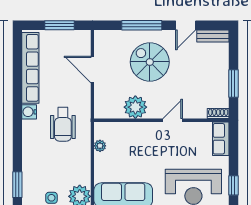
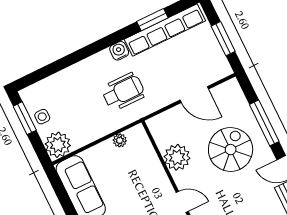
door: (92, 69) -> (194, 95), swing flipped
wheelchair: (63, 124) -> (123, 92), turned 180
window: (17, 185) -> (152, 20), moved

